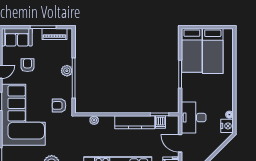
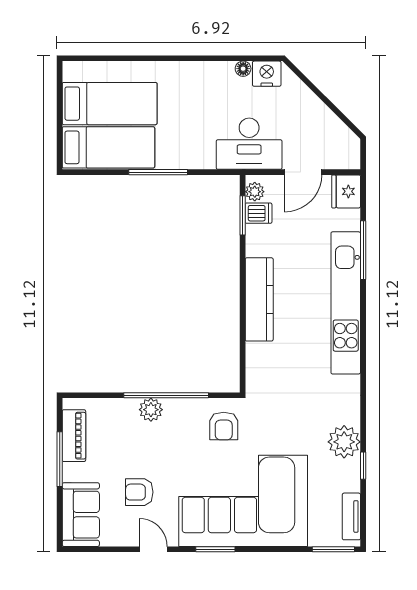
plant: (94, 120) -> (255, 192), moved
kitchen counter: (135, 122) -> (259, 299), moved

